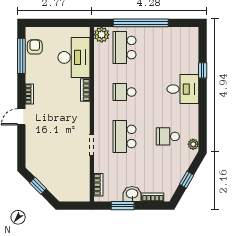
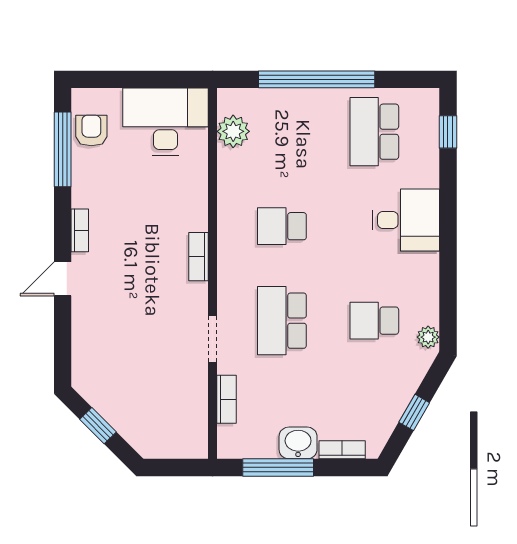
plant: (102, 35) -> (233, 131), moved
school desk: (124, 48) -> (374, 132), moved
desk: (74, 57) -> (166, 121), moved, turned -90
window: (203, 70) -> (448, 132), moved
bookcase: (85, 90) -> (199, 257), moved
bookcase: (98, 185) -> (226, 399), moved
window: (123, 206) -> (278, 467), width x1.44

